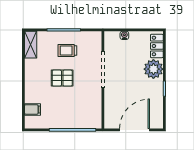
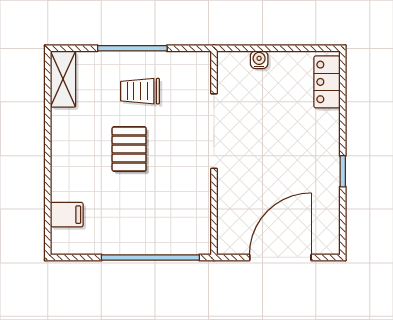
plant: (153, 69) -> (320, 130), removed
pallet: (62, 78) -> (129, 149), turned 90

